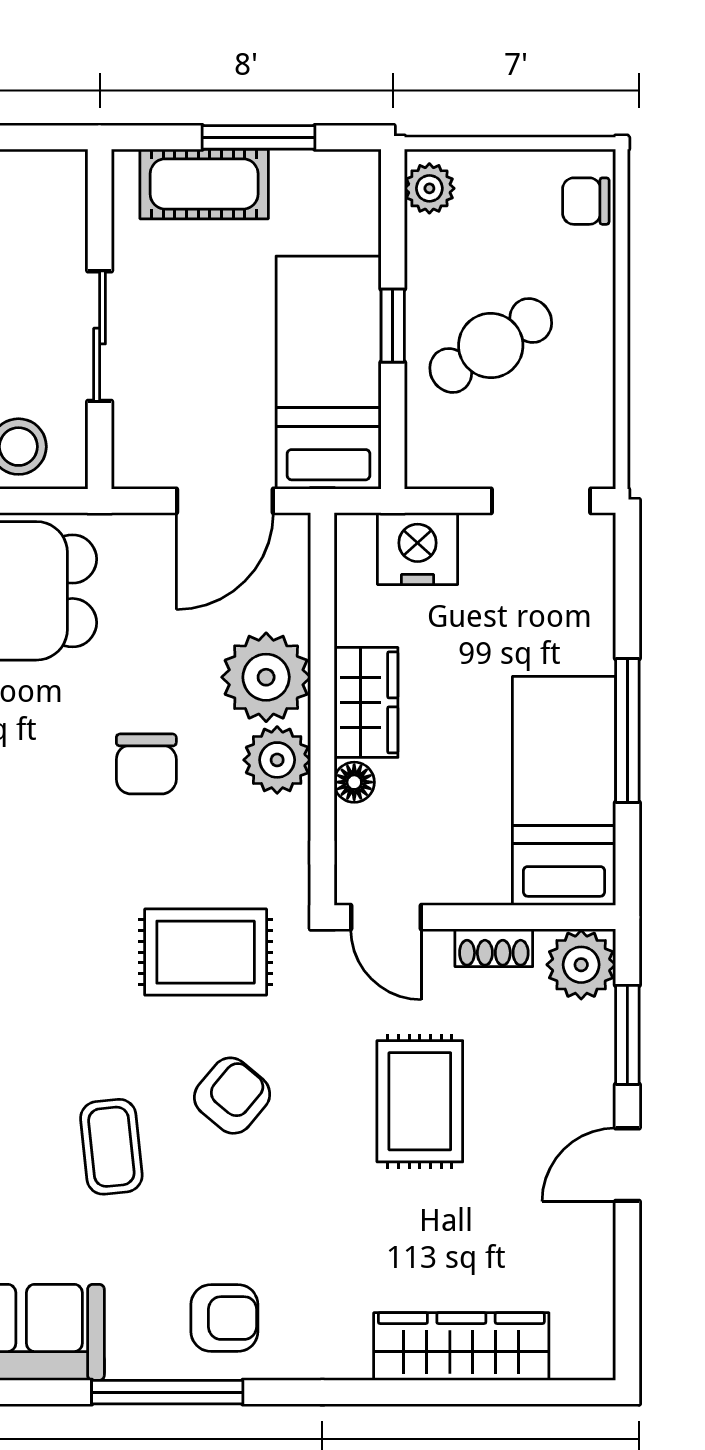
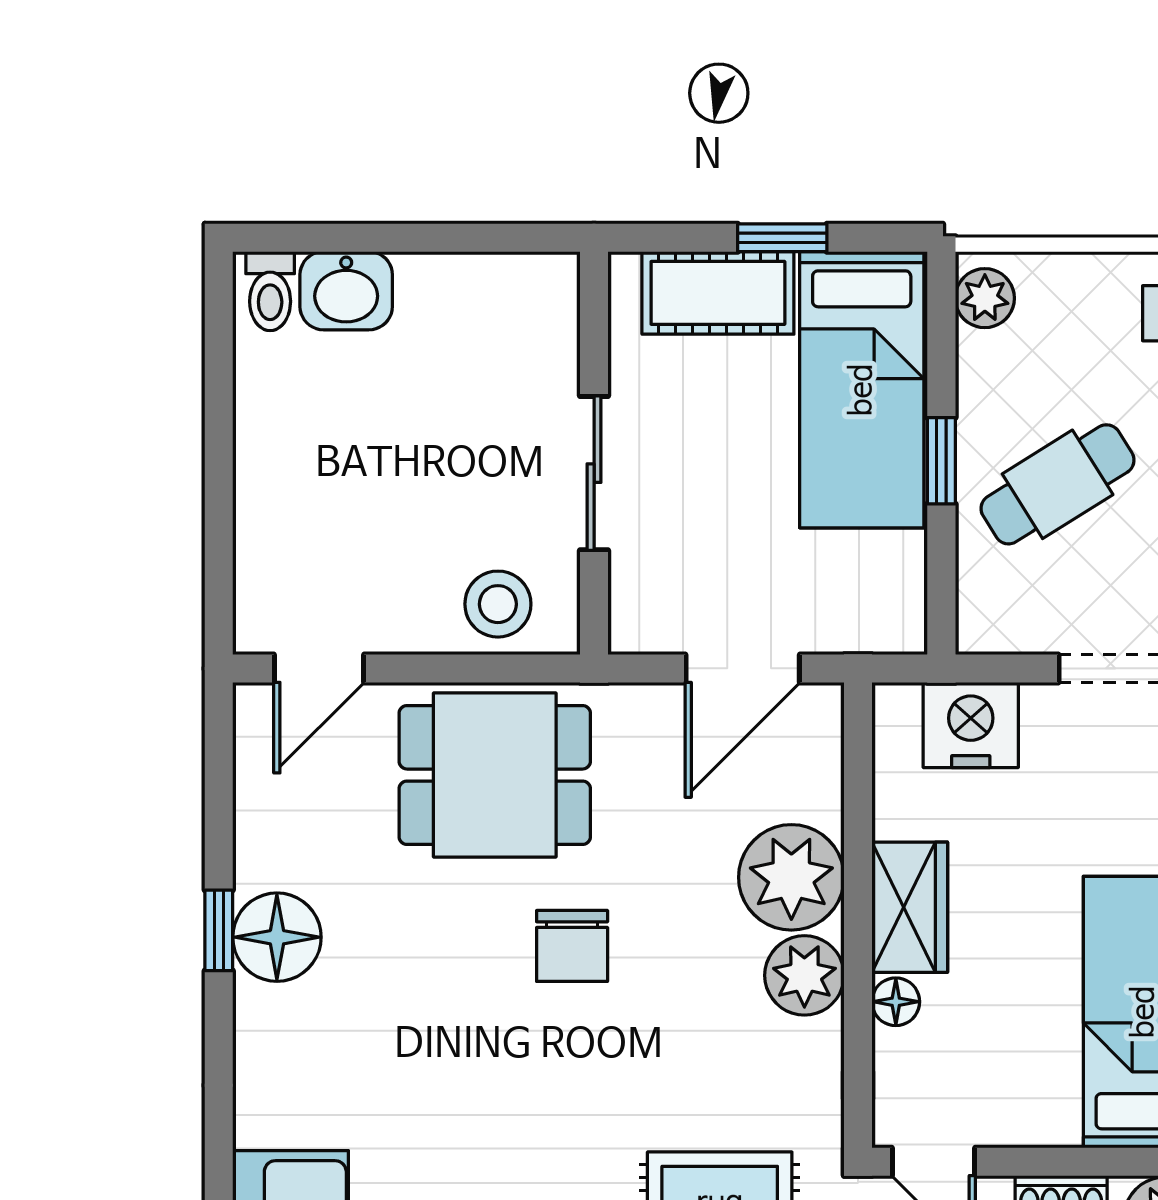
window: (258, 137) -> (782, 238), width x0.67
bed: (329, 373) -> (862, 390), moved, turned 180
chair: (146, 764) -> (572, 946), moved

